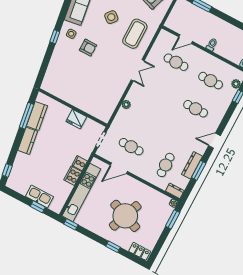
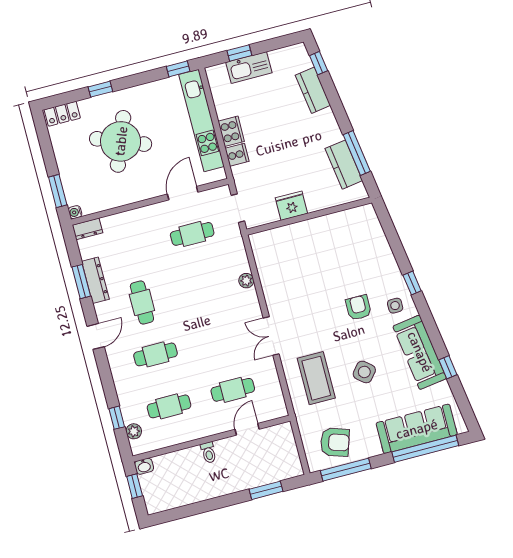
armchair: (88, 48) -> (358, 308), turned 90
kitchen counter: (28, 141) -> (313, 90), moved
cafe table: (166, 165) -> (142, 302), moved

